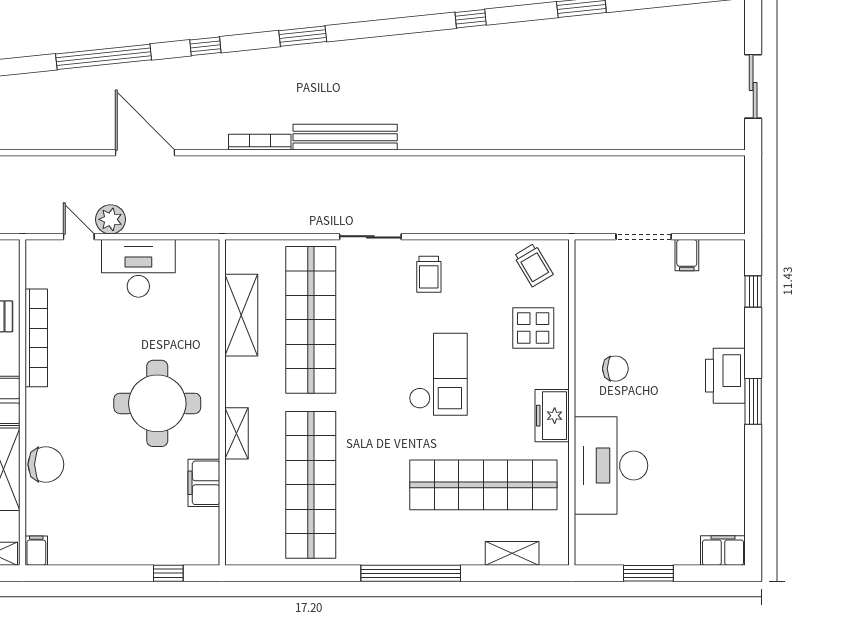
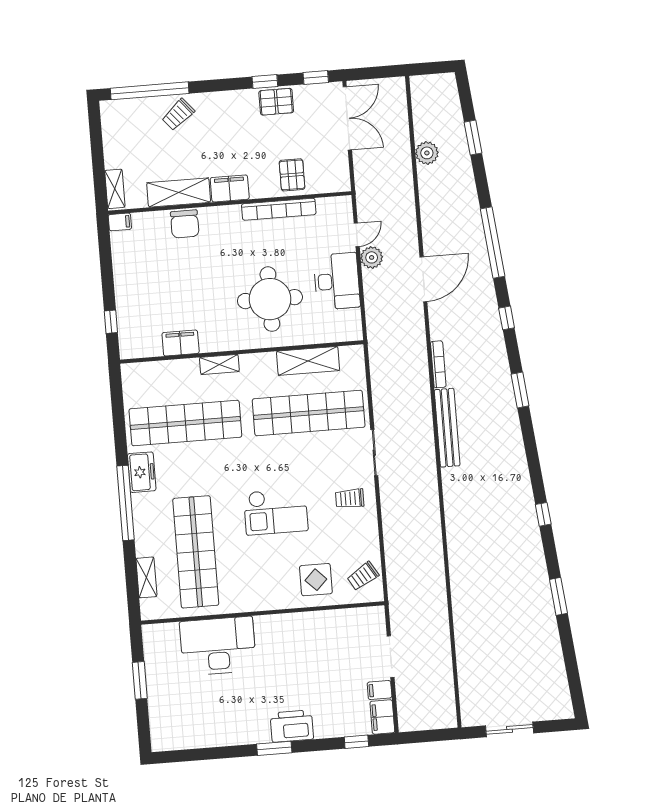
chair: (615, 369) -> (291, 643), removed
round table: (157, 403) -> (270, 299), moved
freezer: (552, 416) -> (142, 472), moved, turned 90
filing cabinet: (723, 550) -> (382, 717), moved, turned 180

